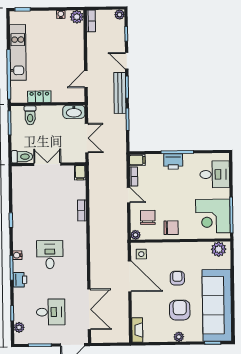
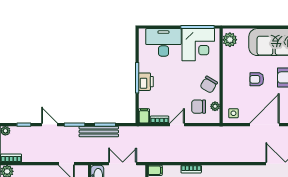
door: (127, 61) -> (50, 125), swing flipped
bench: (120, 93) -> (99, 132), moved
desk: (215, 174) -> (163, 42), width x1.37
chair: (171, 228) -> (209, 85), turned -149
plant: (135, 235) -> (215, 106), moved
door: (130, 276) -> (265, 125), moved

